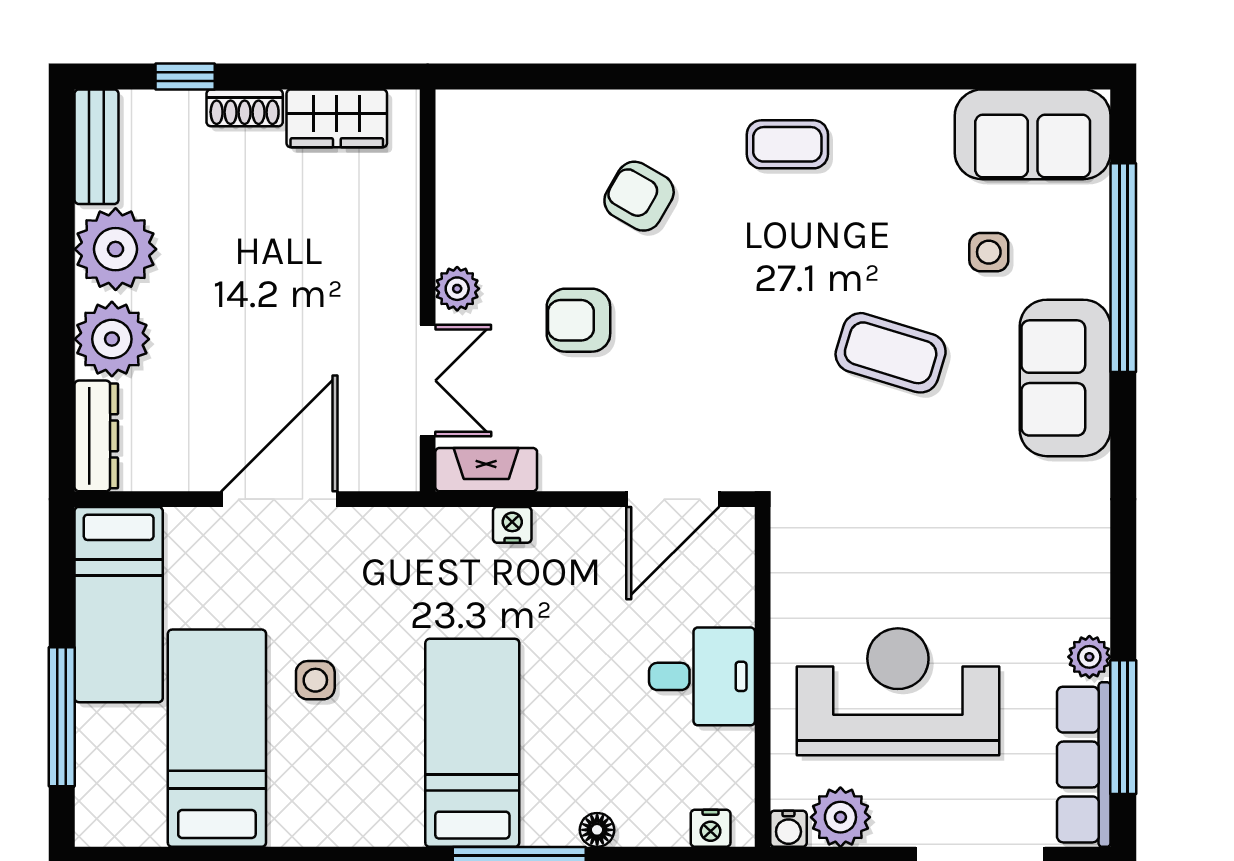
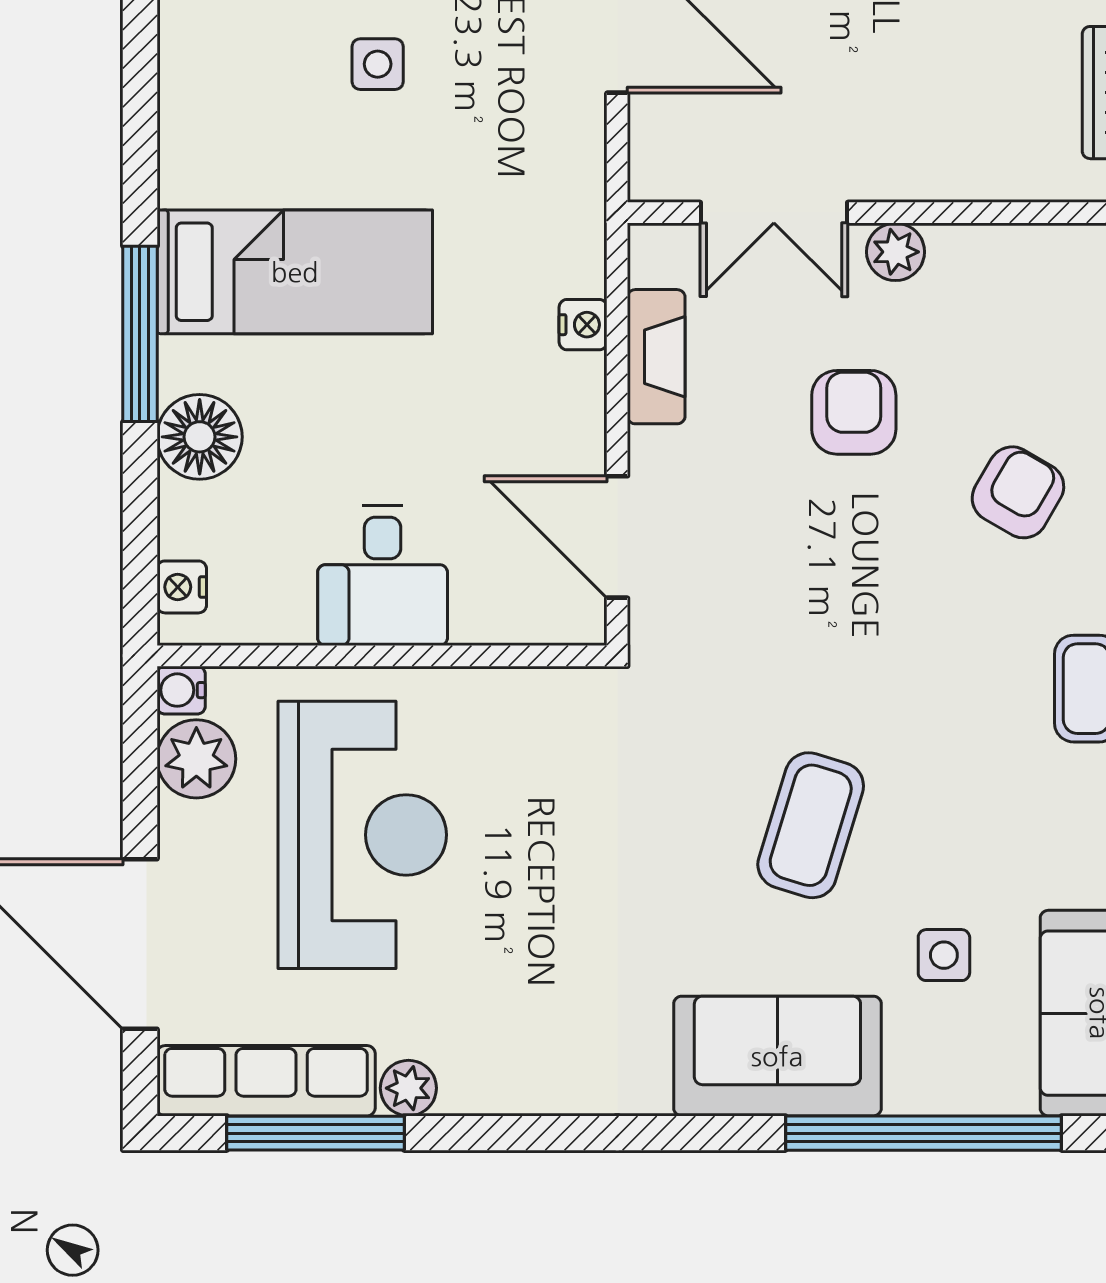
fireplace: (486, 470) -> (656, 357), moved
floor lamp: (597, 830) -> (200, 437), width x1.89, depth x1.89

